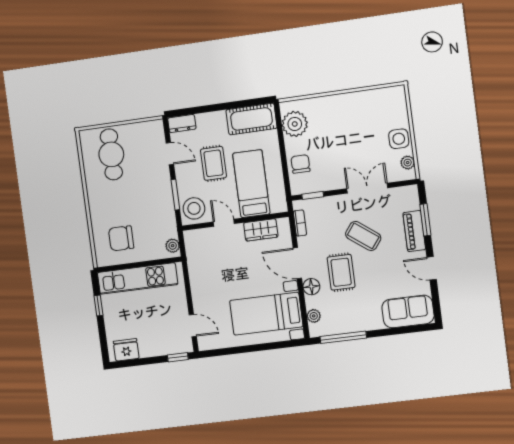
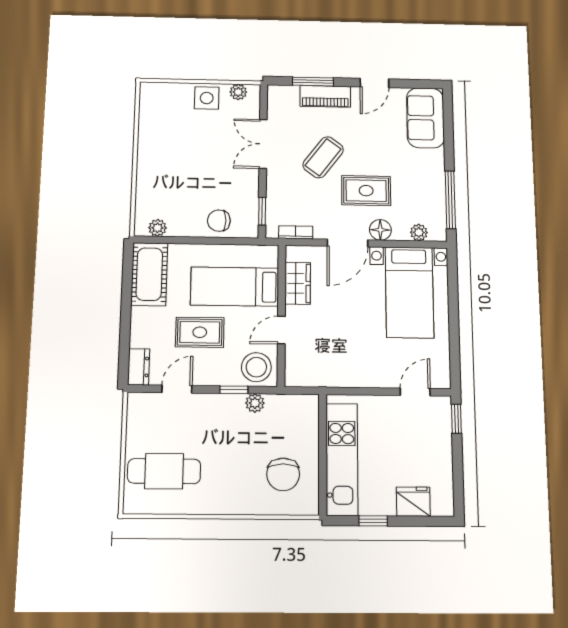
plant: (295, 124) -> (157, 228), width x0.53, depth x0.53
window: (175, 195) -> (234, 390), width x0.67
plant: (173, 246) -> (255, 403), moved
fridge: (126, 350) -> (413, 502), moved, turned 90

